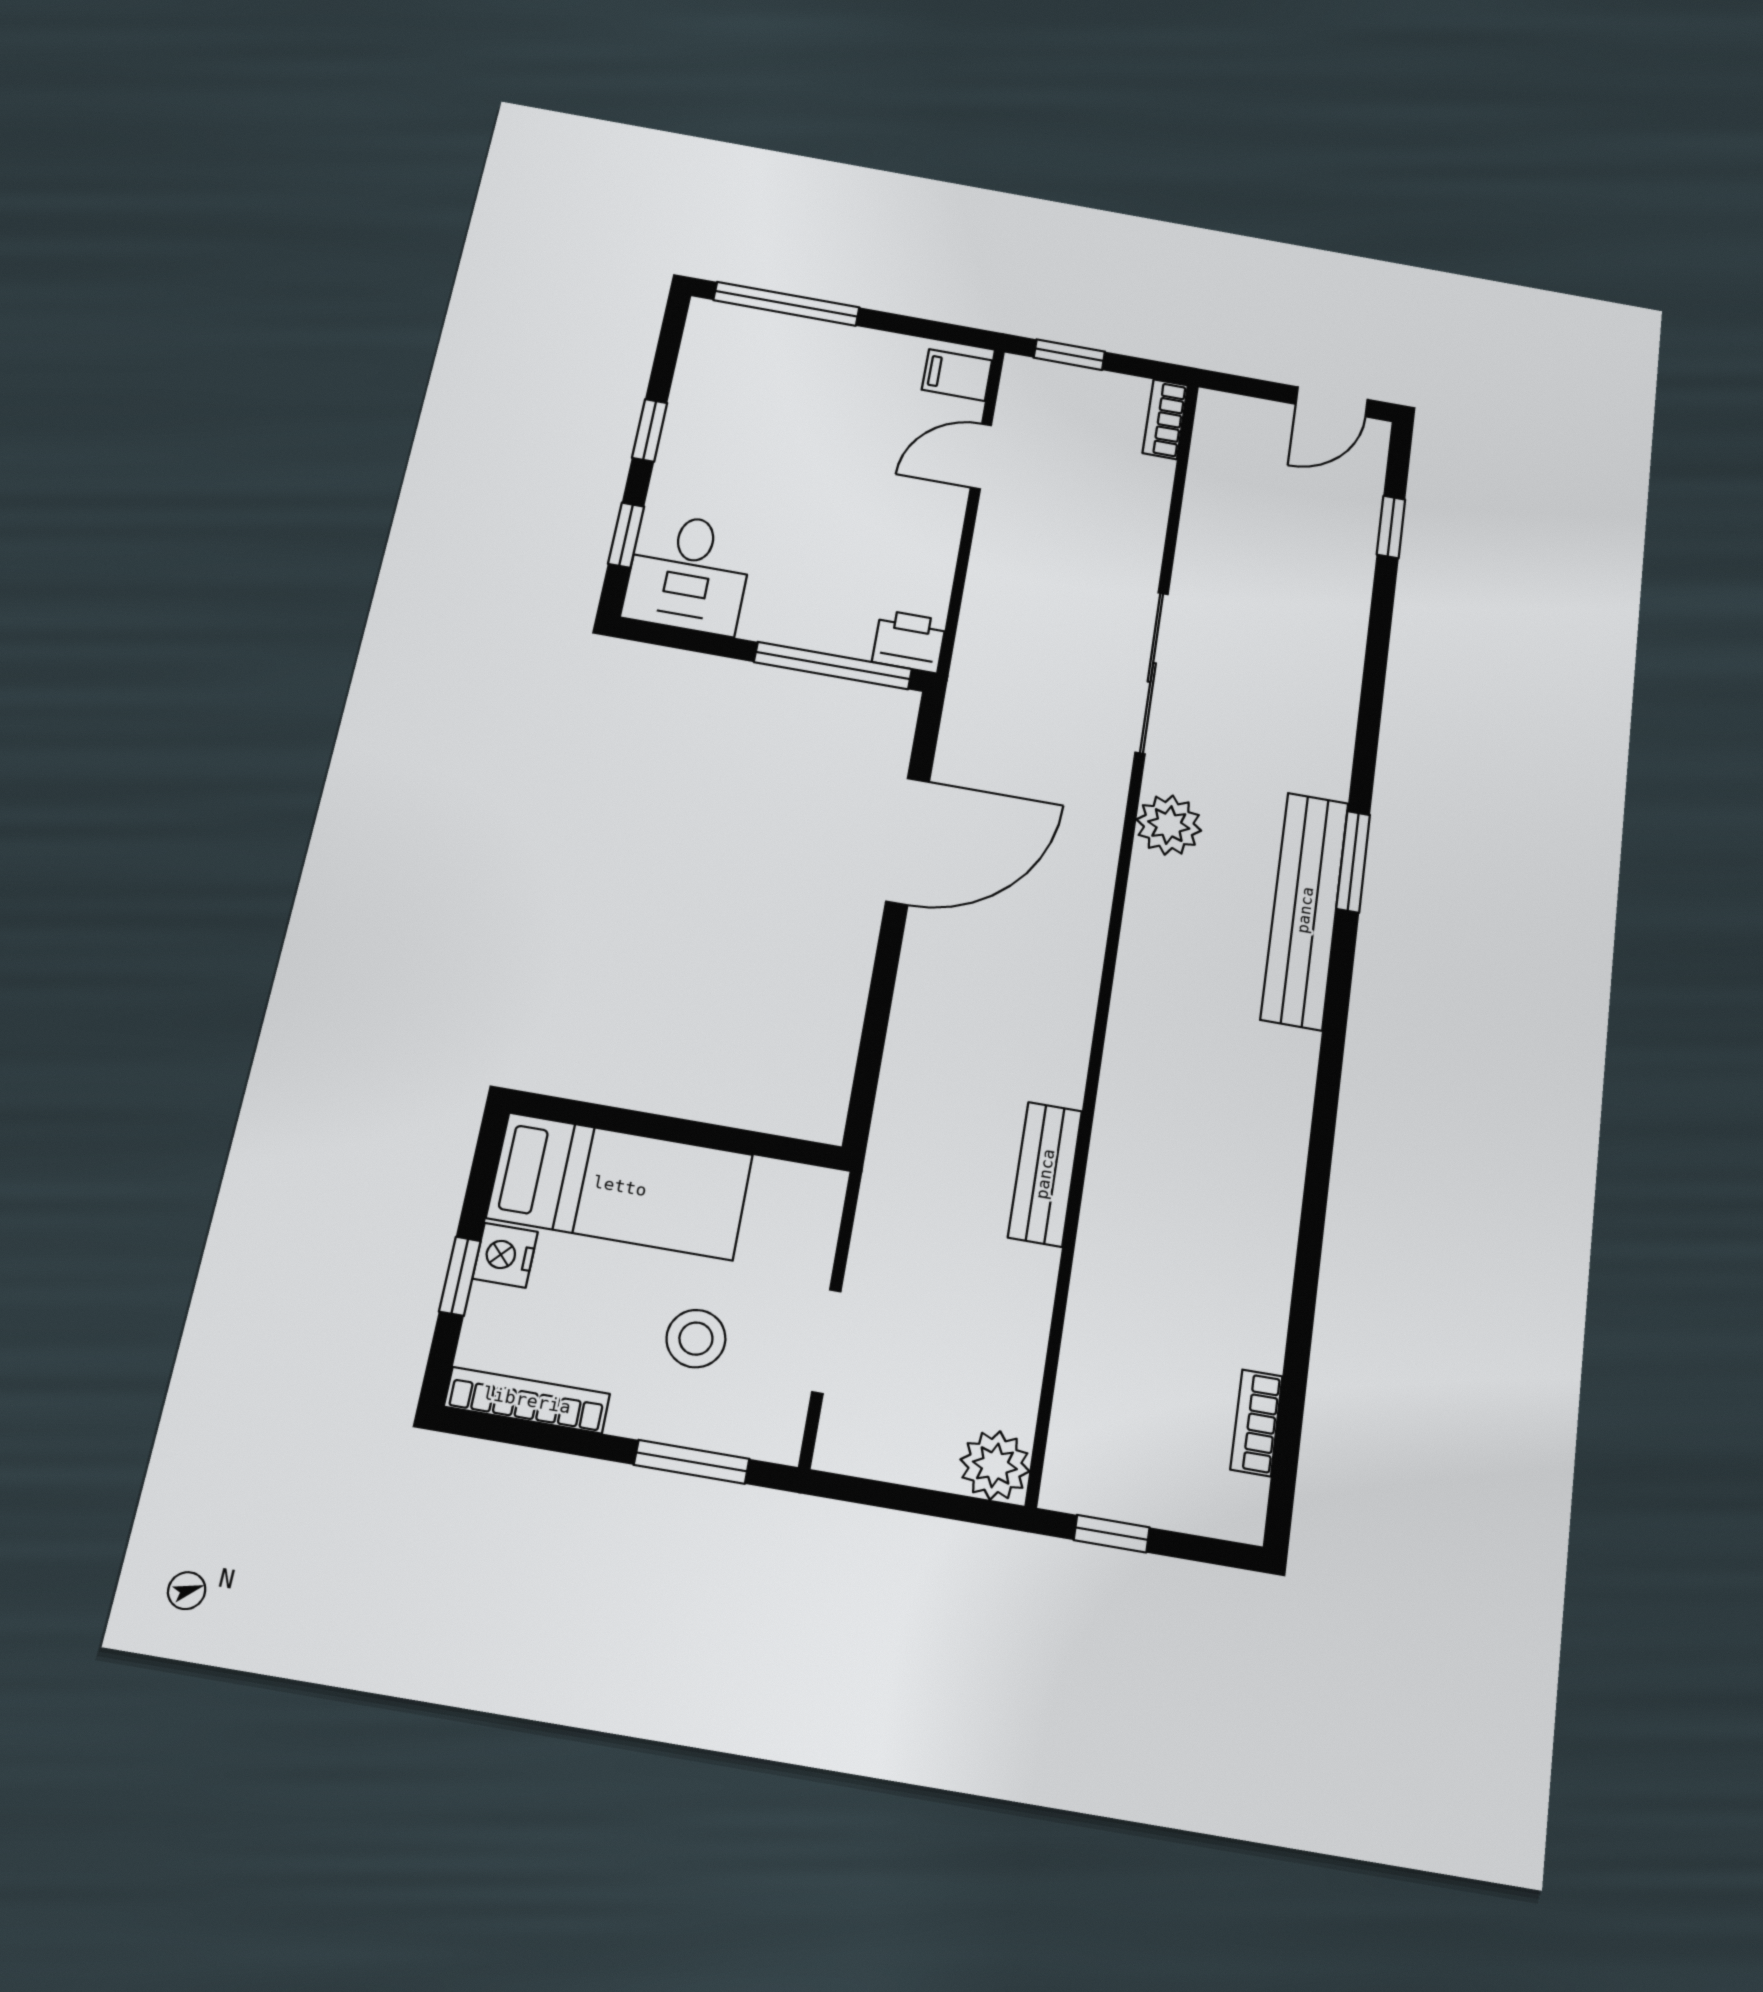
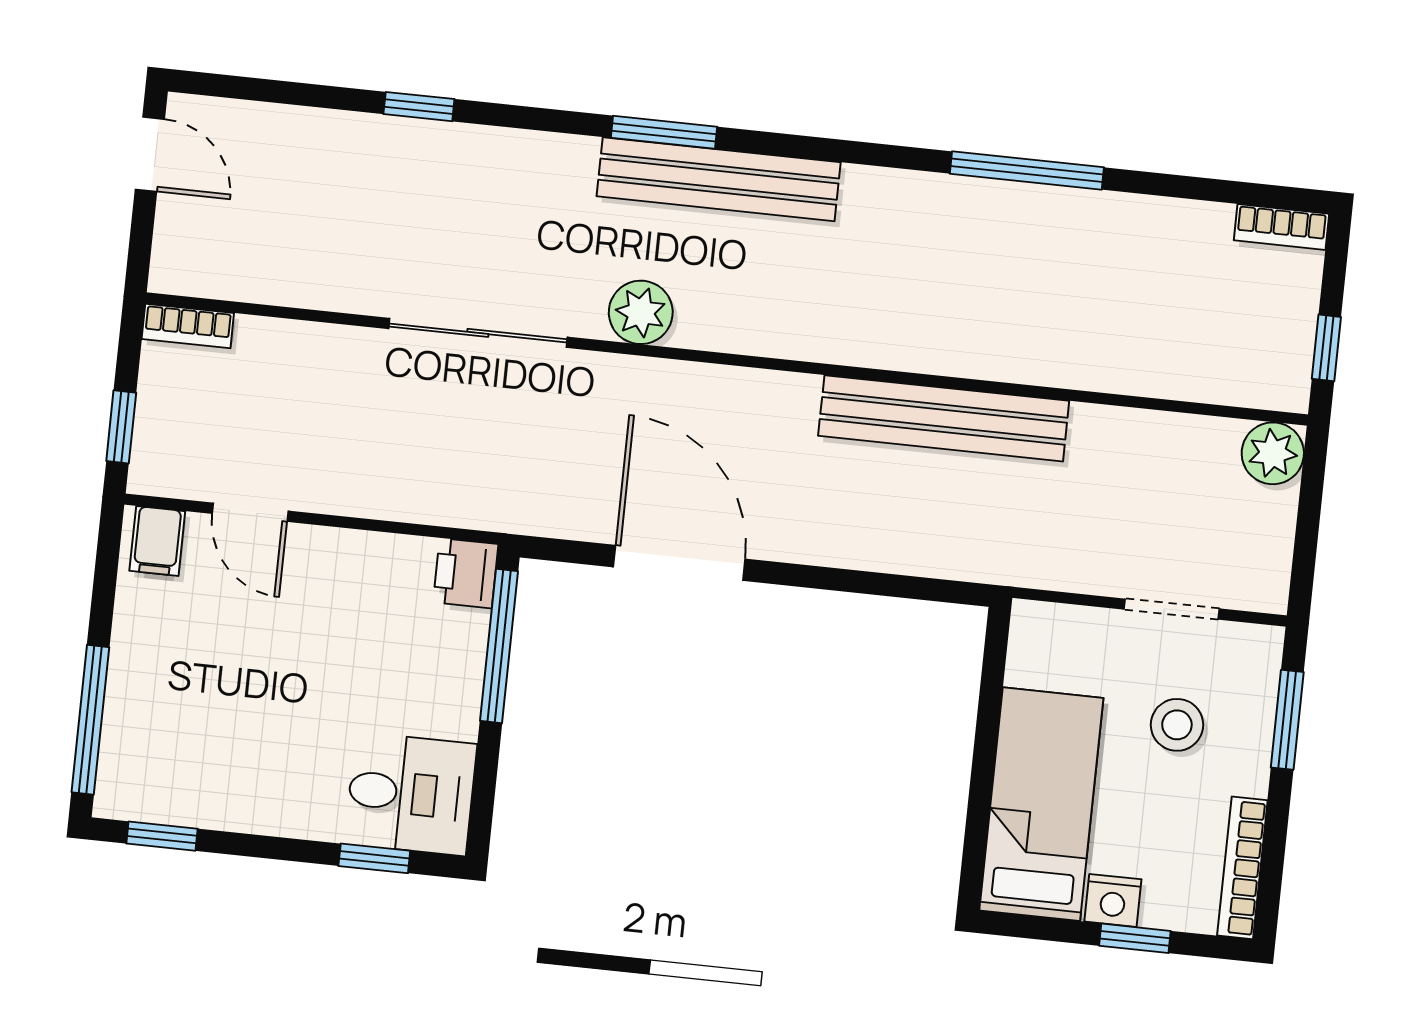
window: (650, 430) -> (162, 836), moved
window: (1391, 527) -> (419, 107), moved
bench: (1045, 1174) -> (944, 418), width x1.86, depth x1.21
window: (1313, 1220) -> (1027, 170), added
bookcase: (1257, 1423) -> (1281, 227), moved

